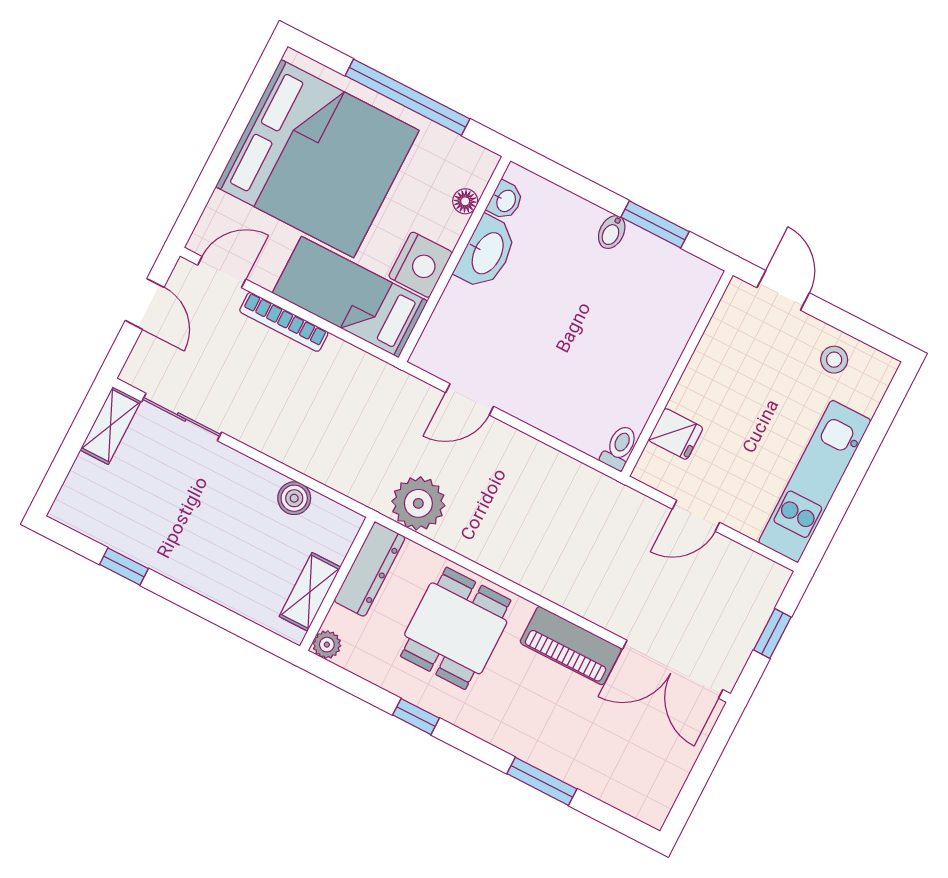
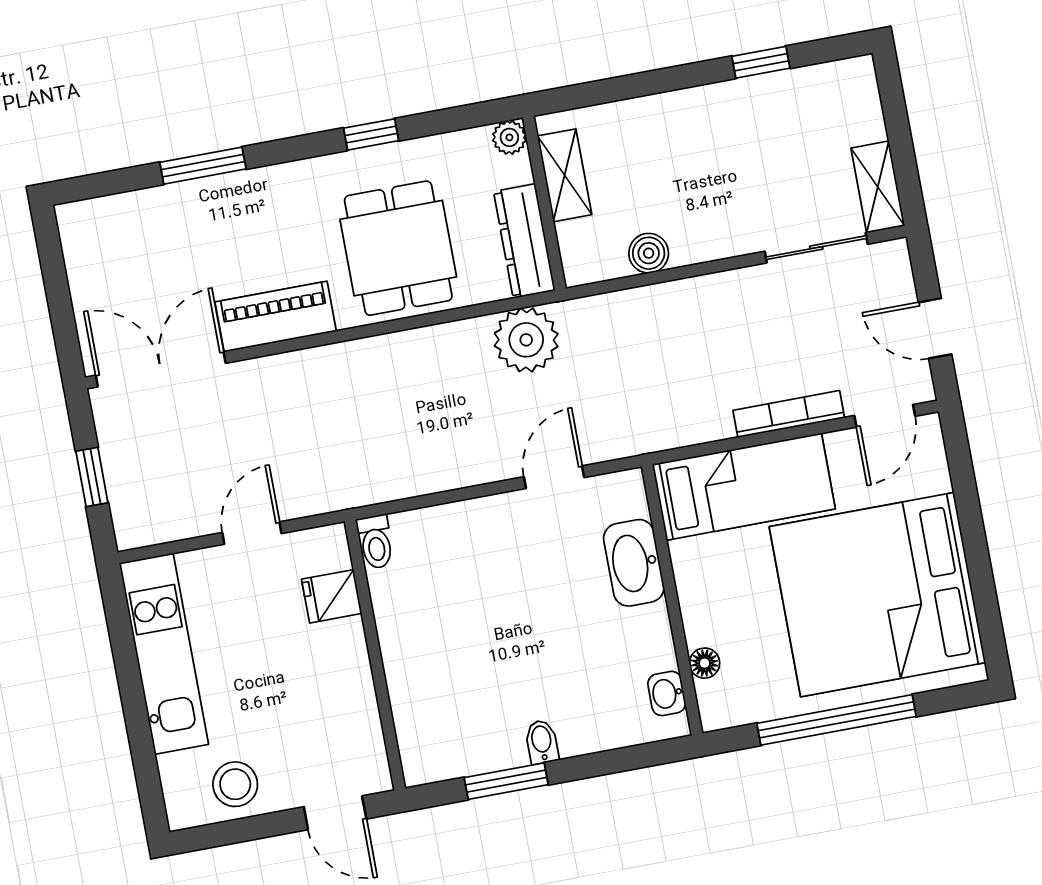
washbasin: (487, 253) -> (634, 563), moved
nightstand: (420, 265) -> (700, 569), removed
stool: (834, 360) -> (235, 784), width x1.37, depth x1.37

